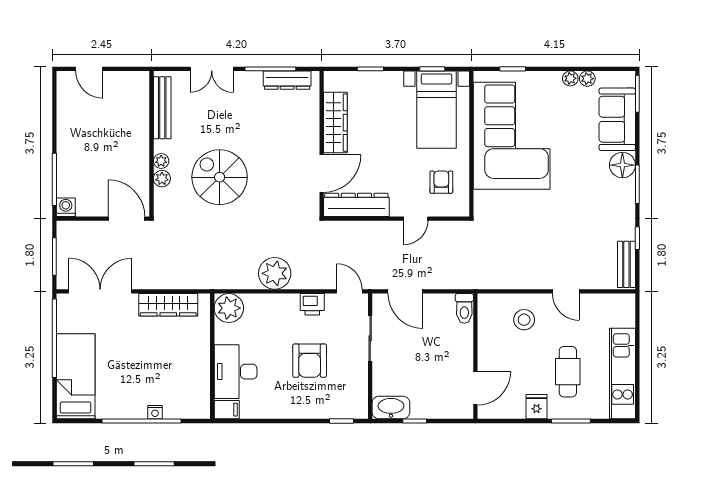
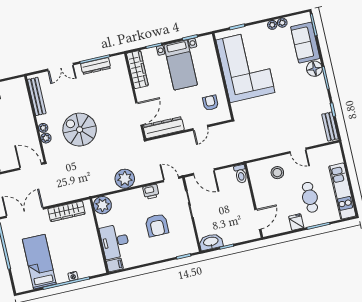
dresser: (287, 80) -> (96, 66), moved
bed with nightstands: (437, 110) -> (181, 65), moved
wardrobe: (335, 123) -> (137, 70), moved
bed: (76, 376) -> (39, 262), moved

